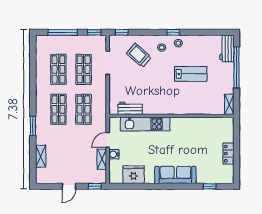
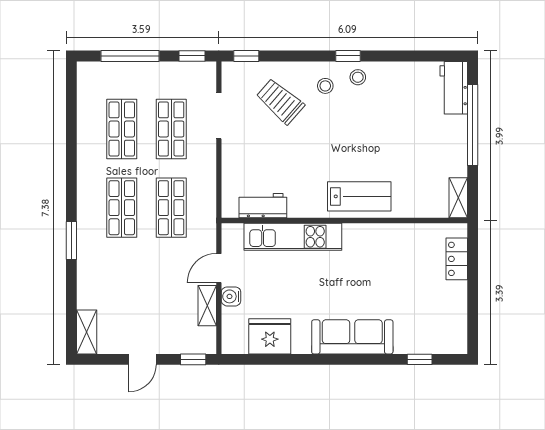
lab bench: (191, 74) -> (359, 196), moved
locker: (228, 154) -> (457, 259), moved
shelving: (41, 156) -> (87, 332), moved

